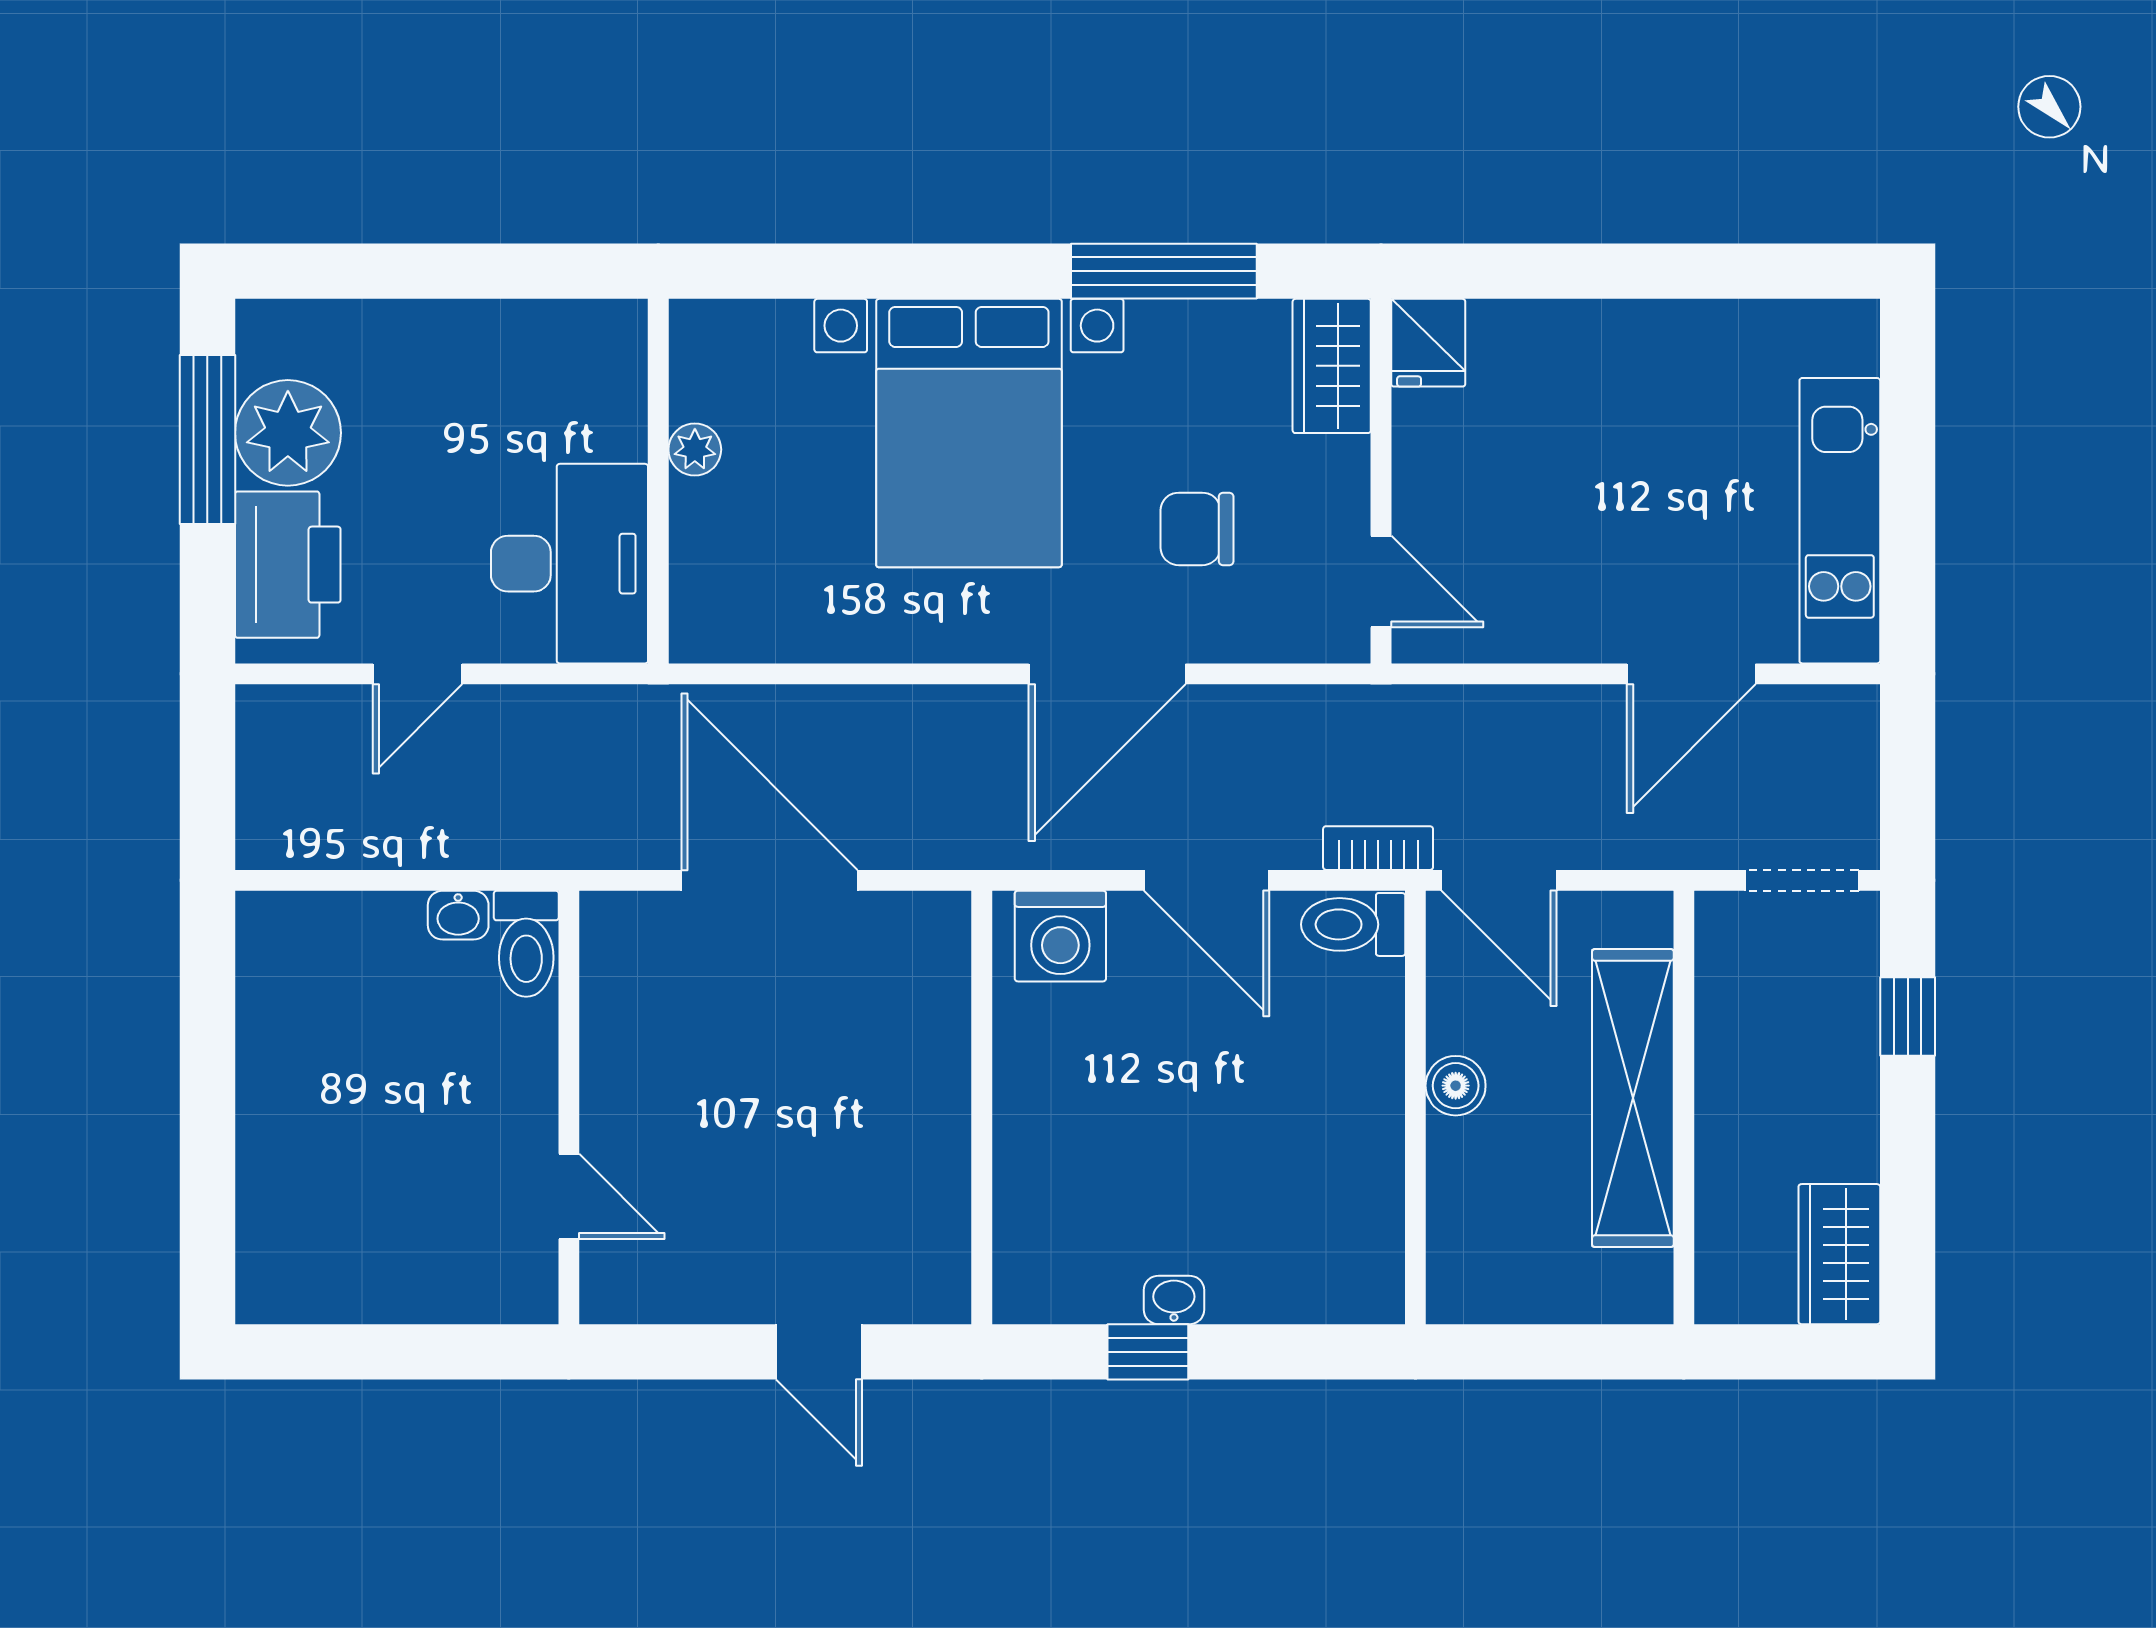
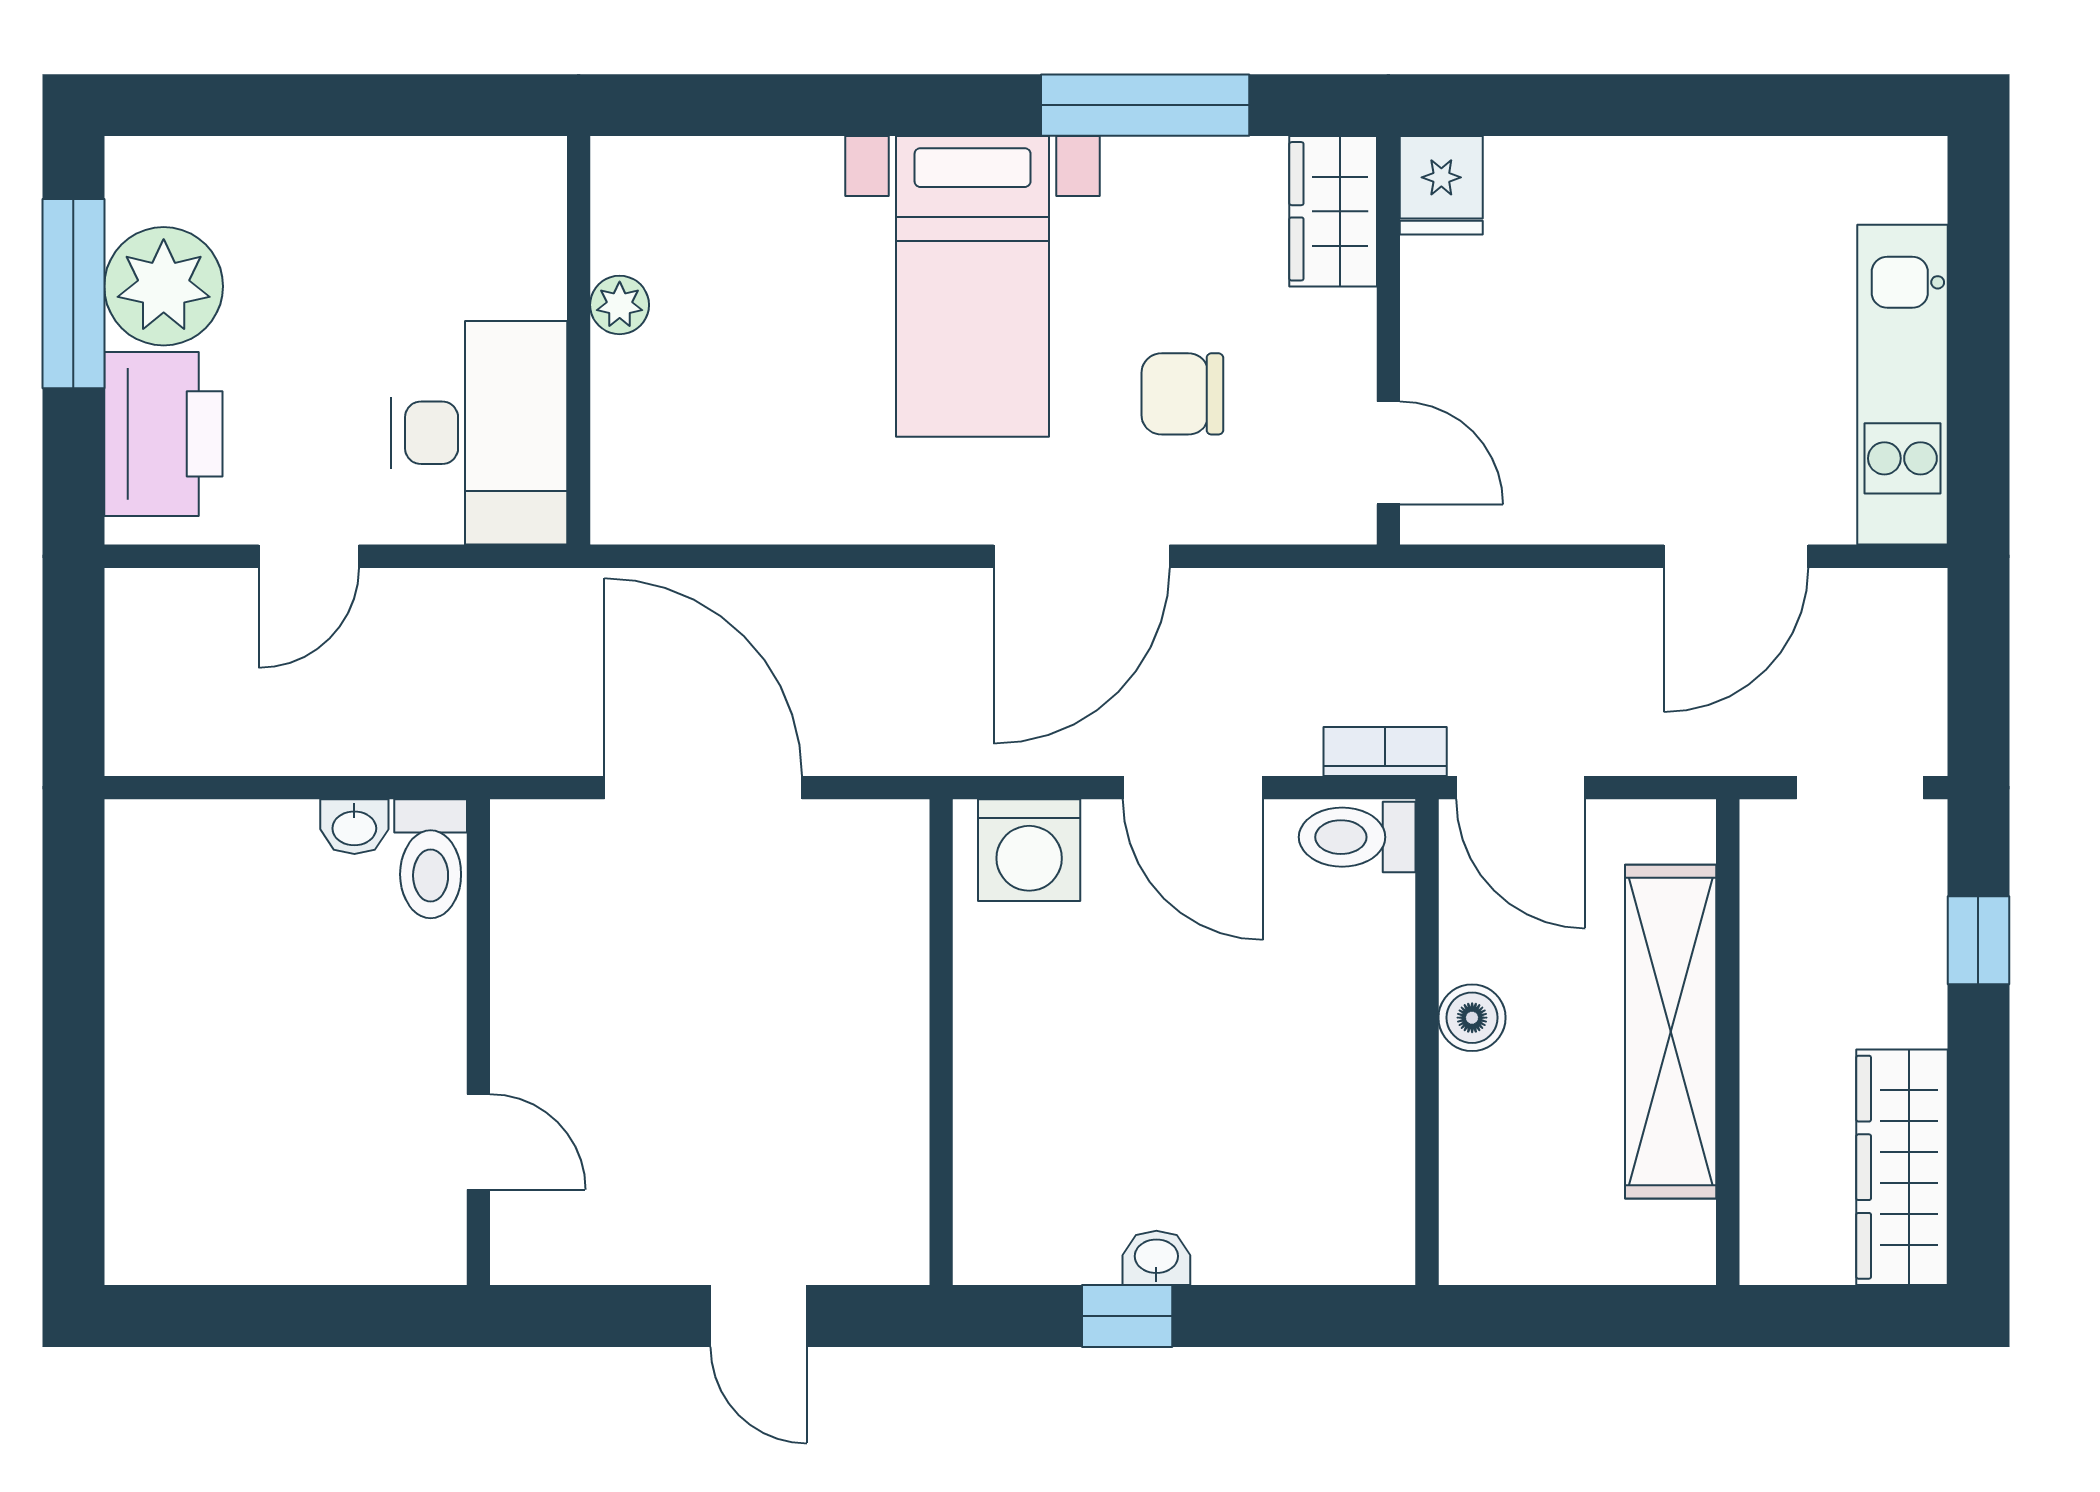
bed with nightstands: (969, 433) -> (973, 286), width x0.73
wardrobe: (1839, 1254) -> (1902, 1167), width x1.50

